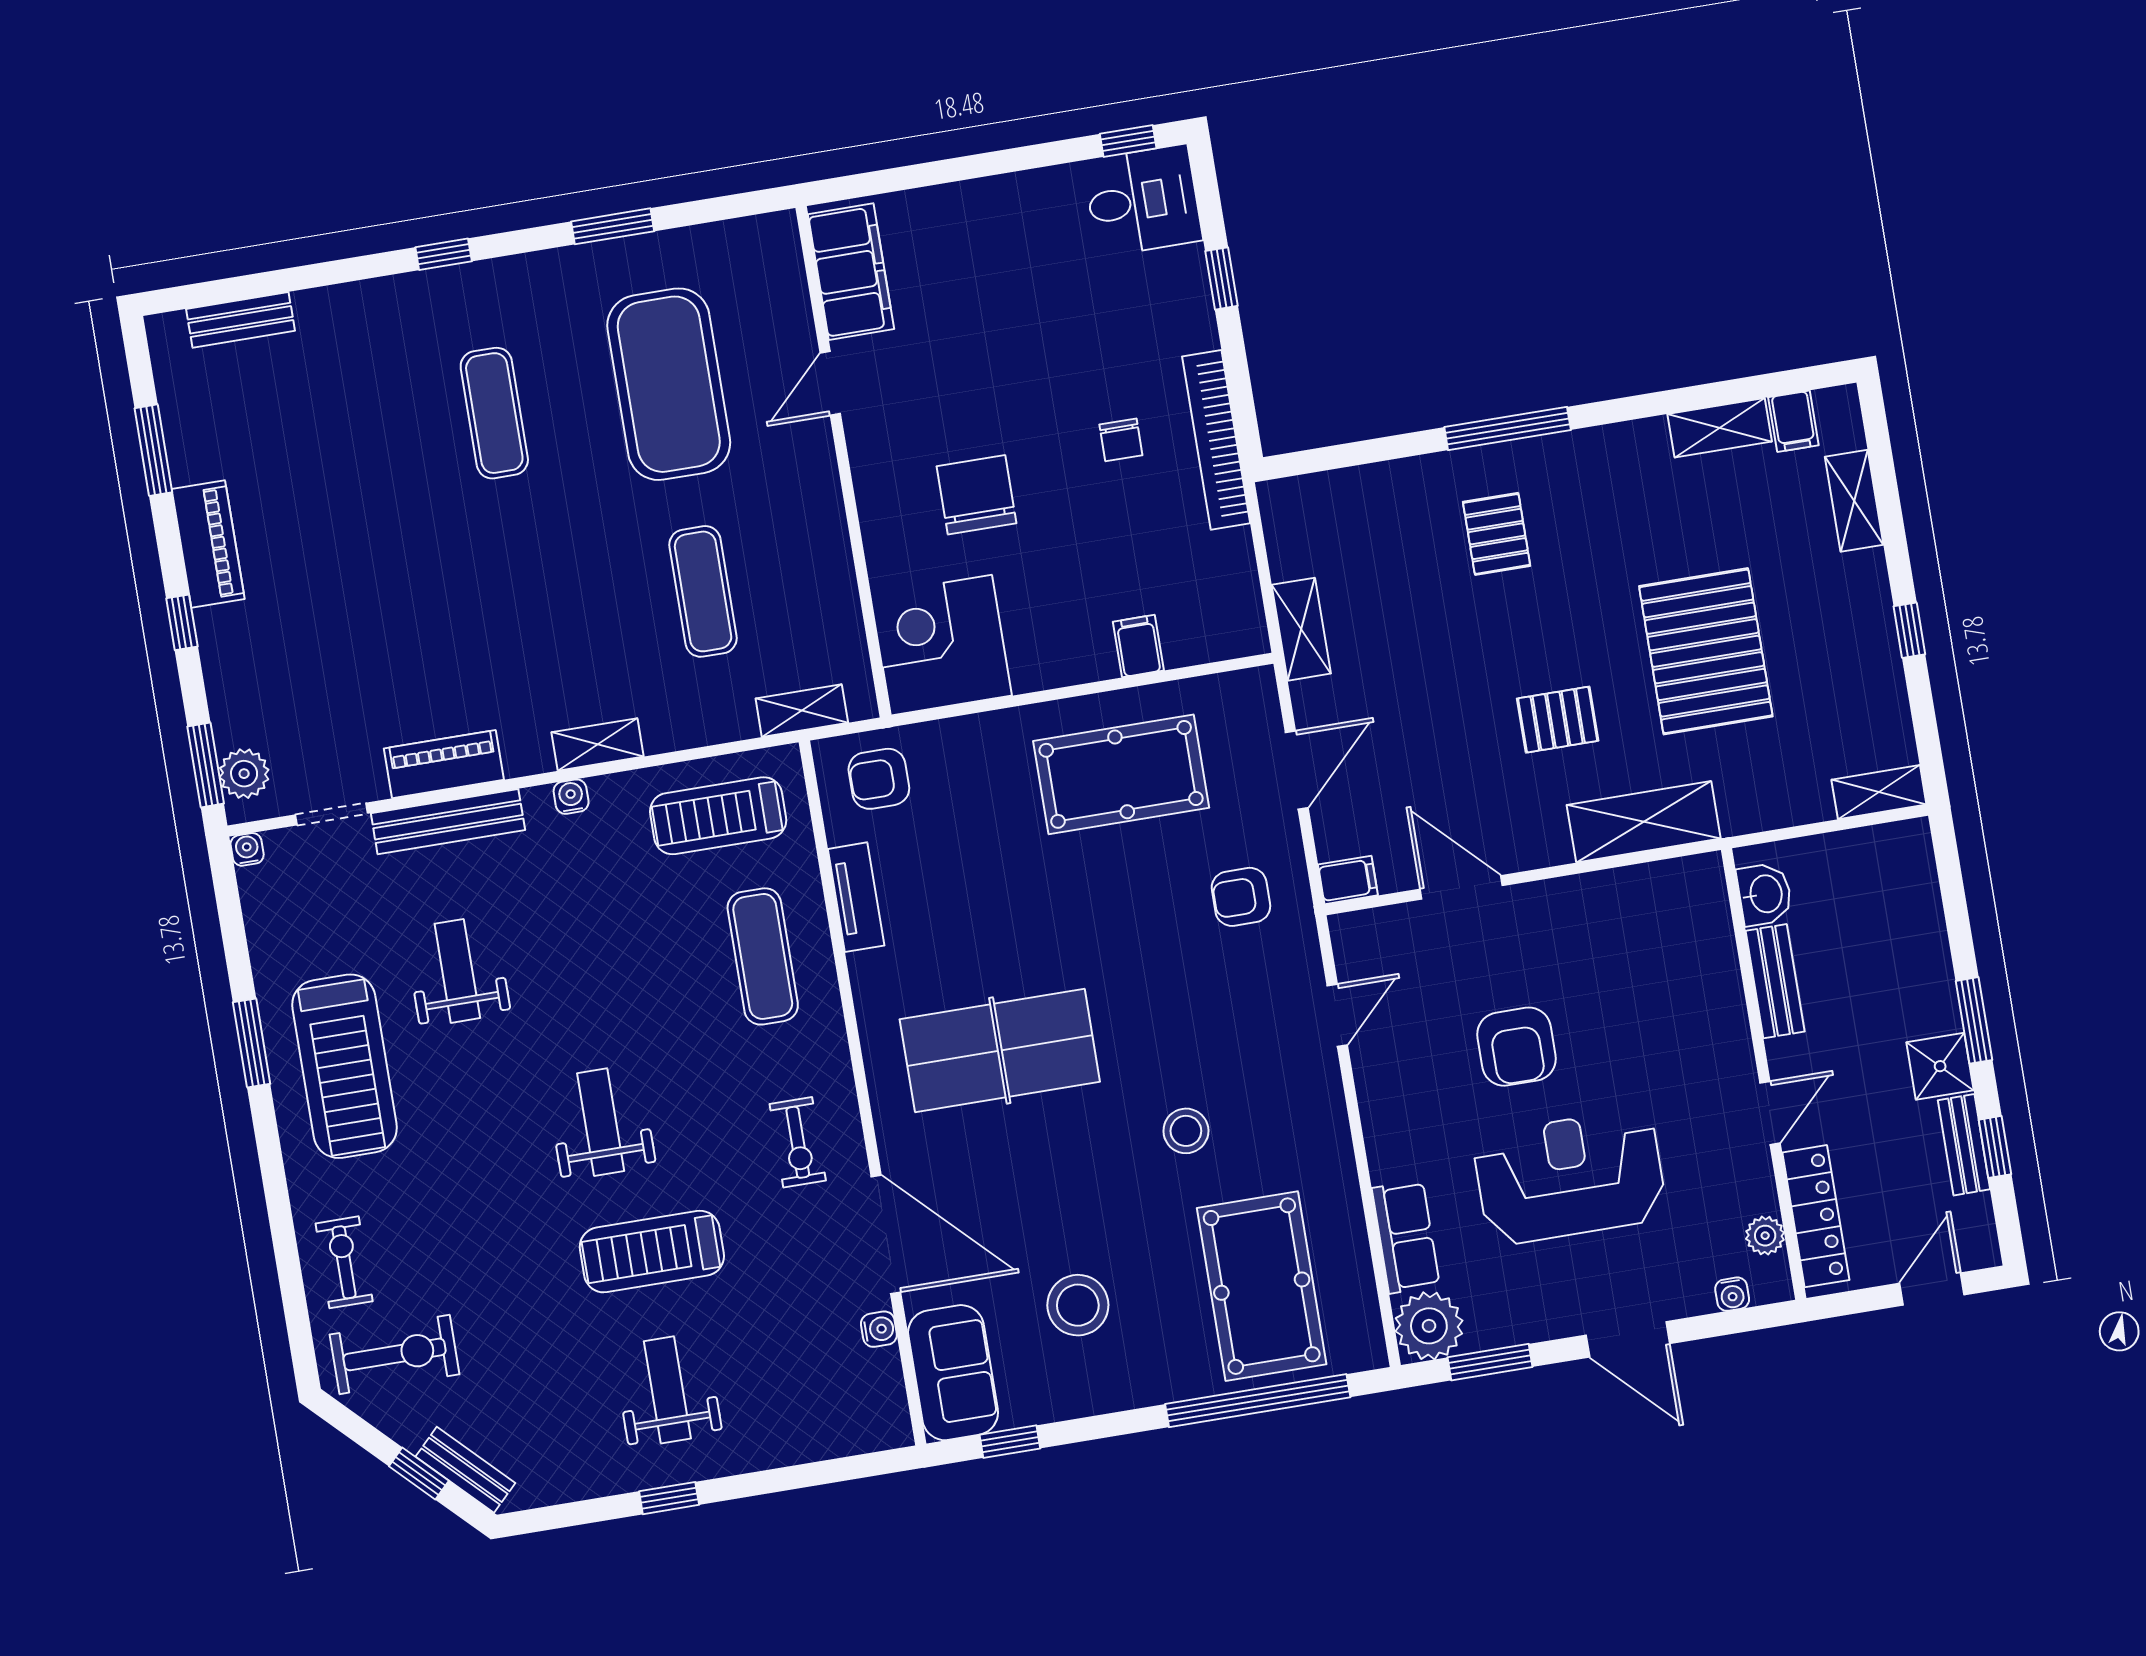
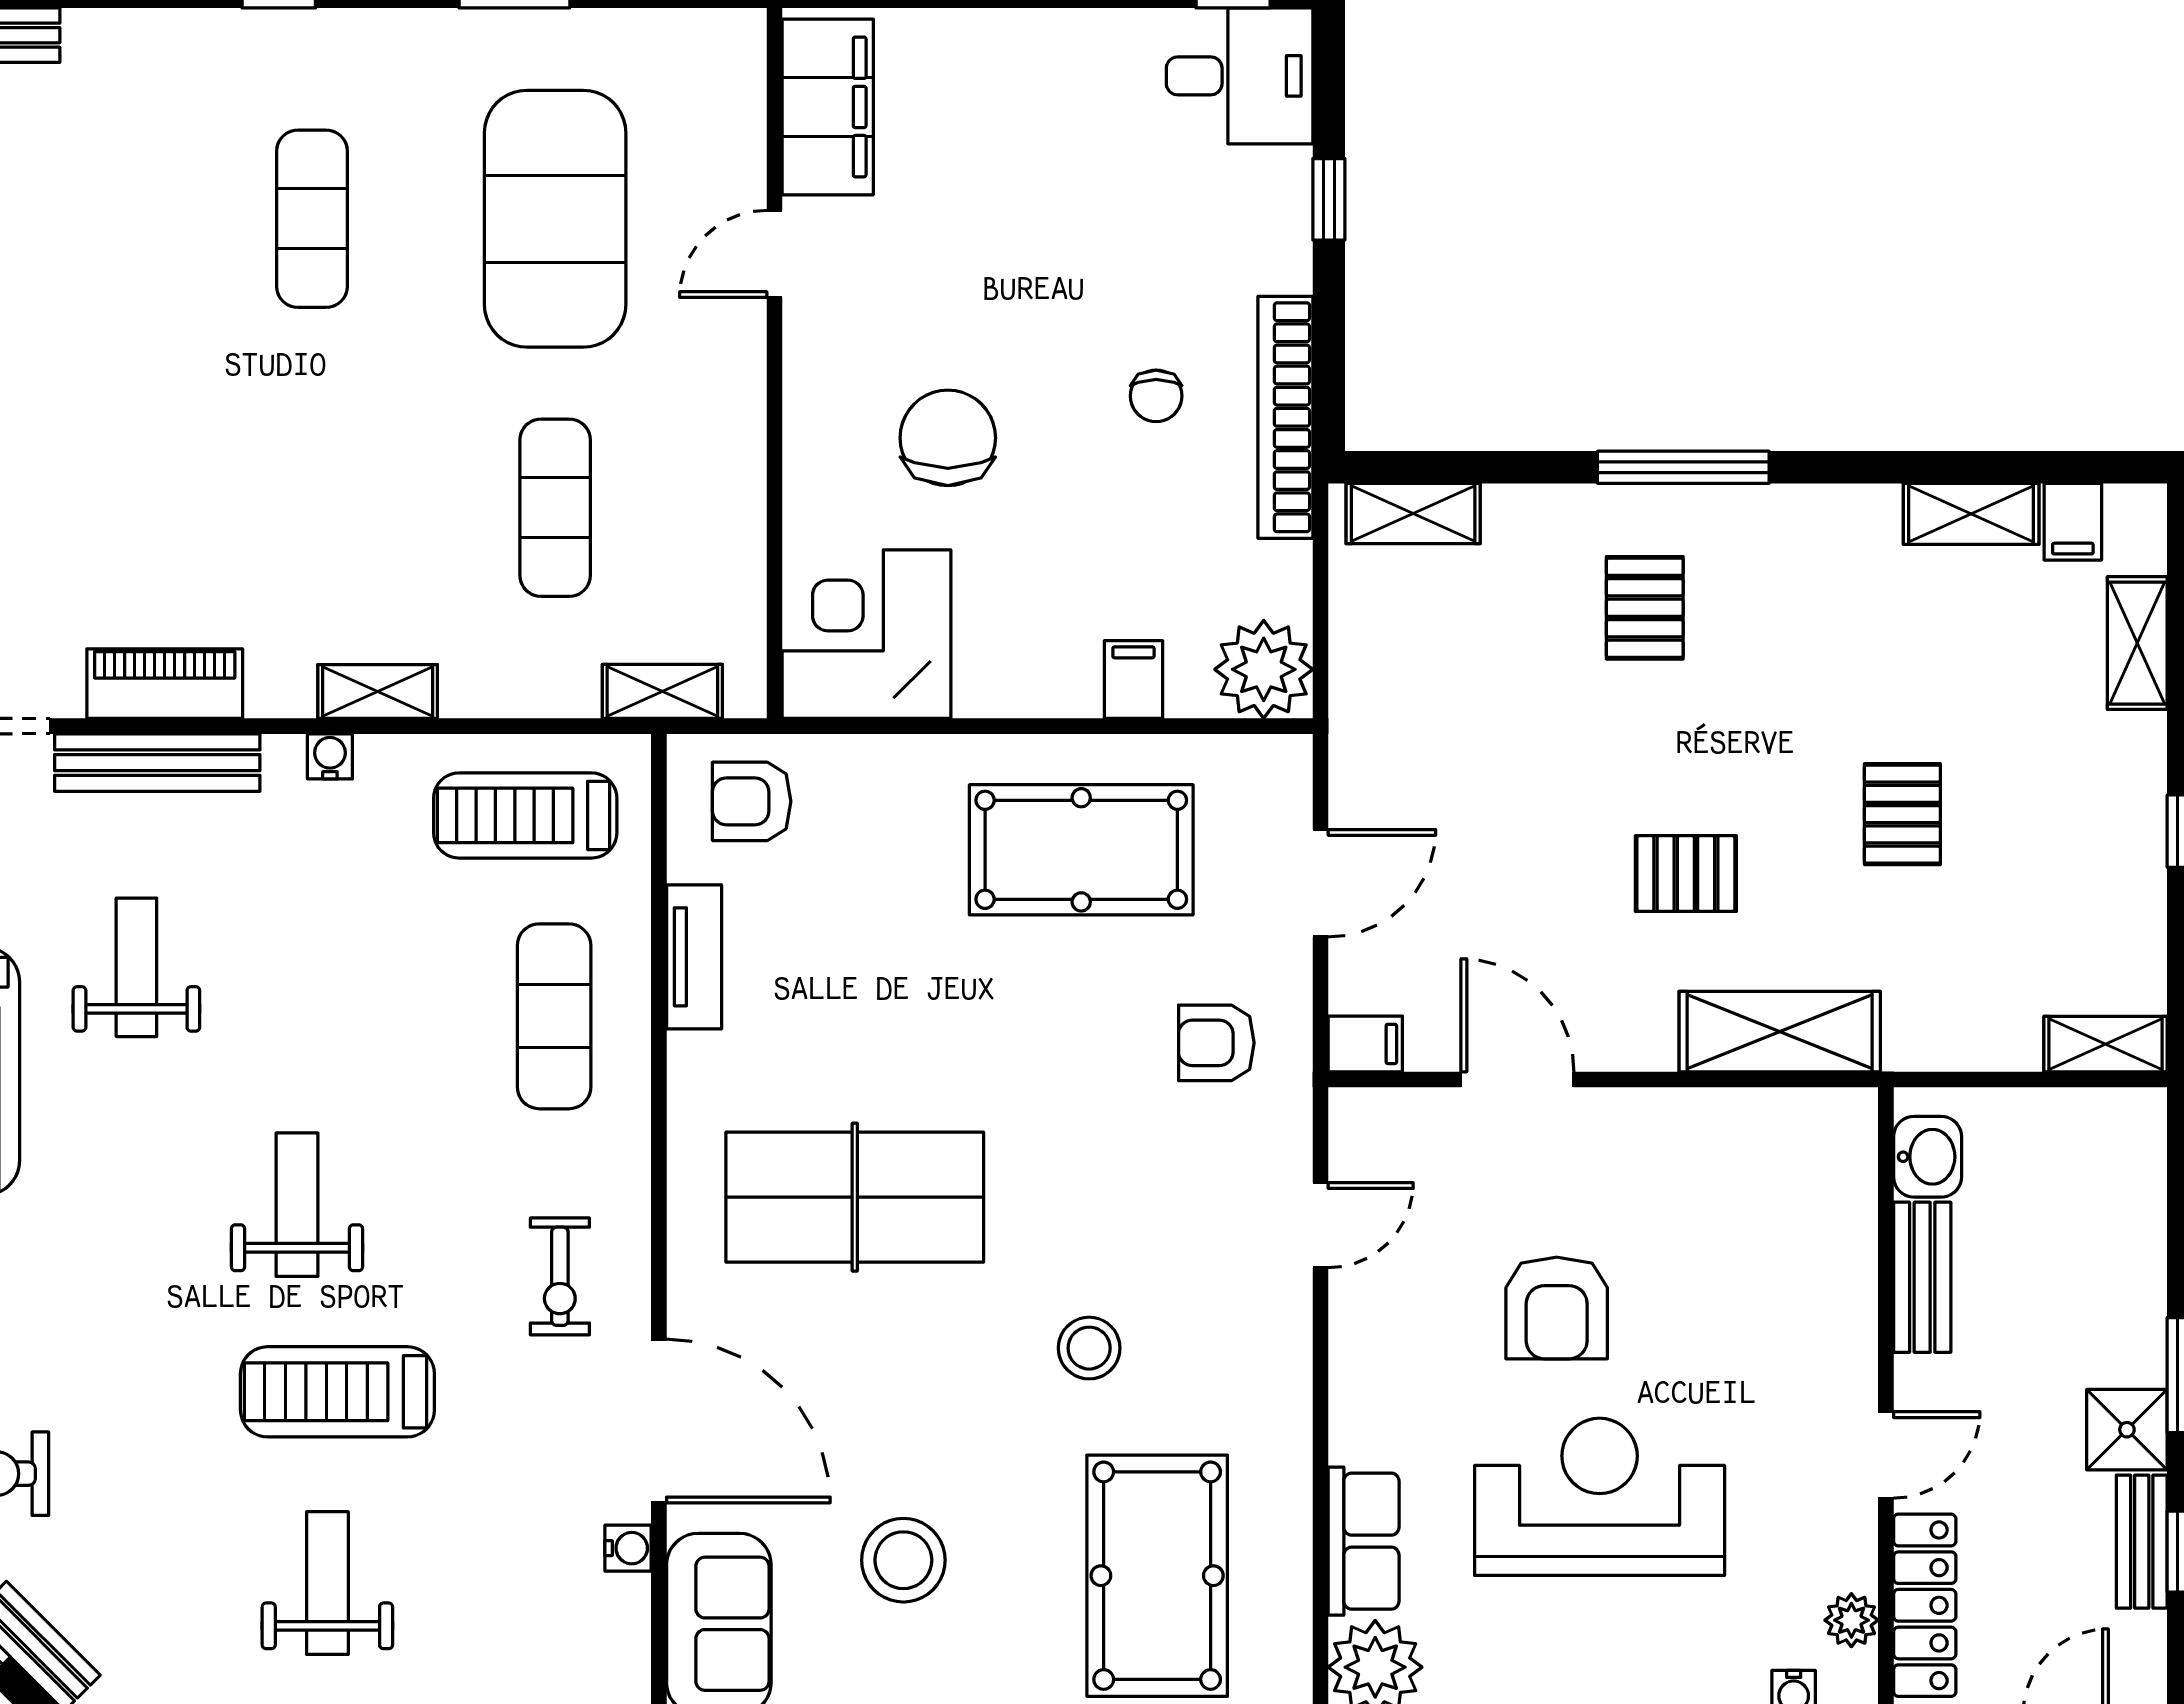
plant: (1231, 623) -> (1264, 669), added
shelving: (1301, 629) -> (1413, 514), moved, turned 90
pallet: (1706, 651) -> (1902, 814), width x0.49, depth x0.50

